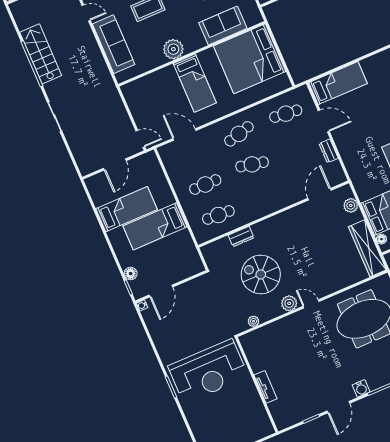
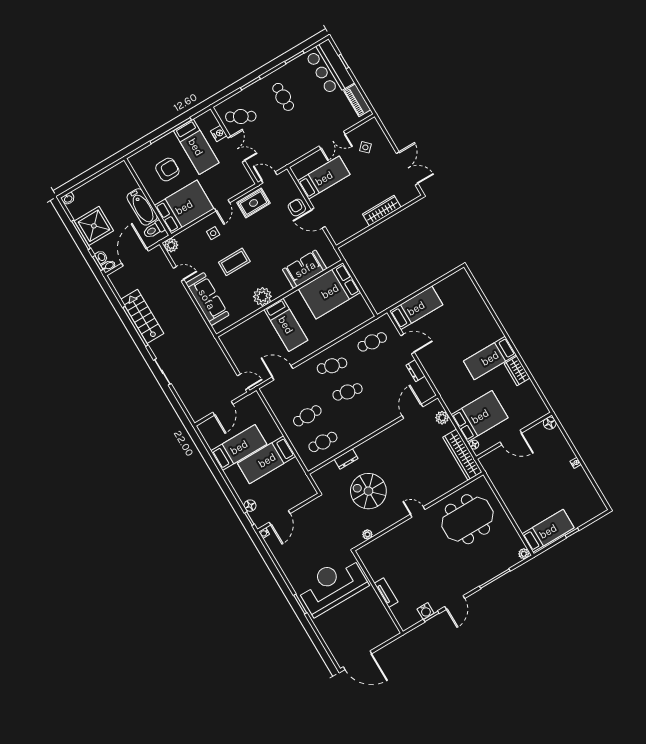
bed: (250, 59) -> (330, 291), width x0.73
cafe table: (239, 134) -> (332, 366), turned 30
plant: (289, 303) -> (398, 514), removed
reception desk: (208, 371) -> (332, 585), turned 180
water cooler: (361, 388) -> (425, 611), moved

